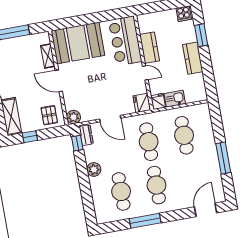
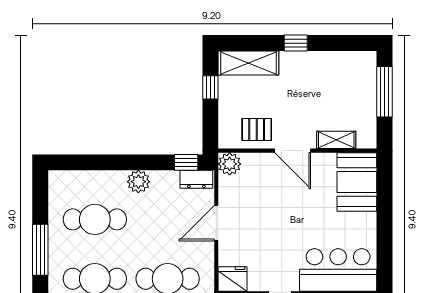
booth: (78, 43) -> (357, 182), width x0.73, depth x0.70
door: (59, 81) -> (293, 151), swing flipped
pallet: (49, 115) -> (257, 129), moved

